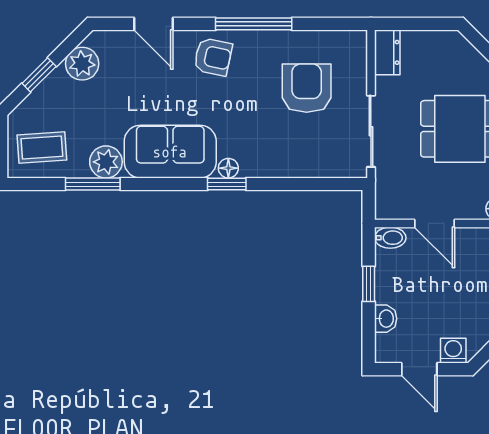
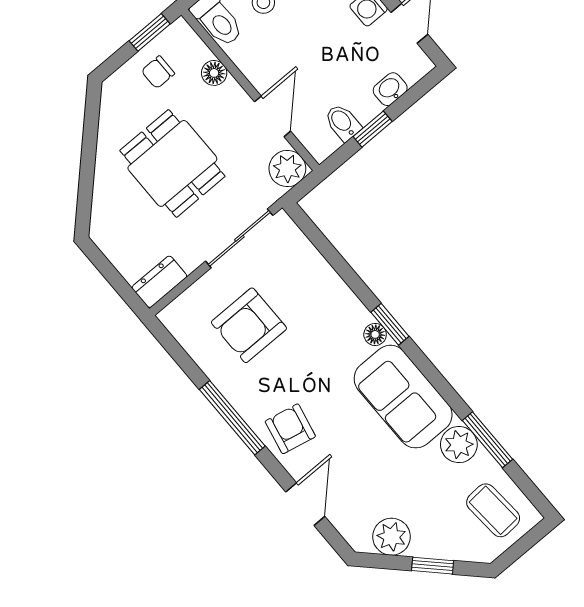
plant: (391, 204) -> (287, 168), added
bidet: (390, 238) -> (343, 122), moved

